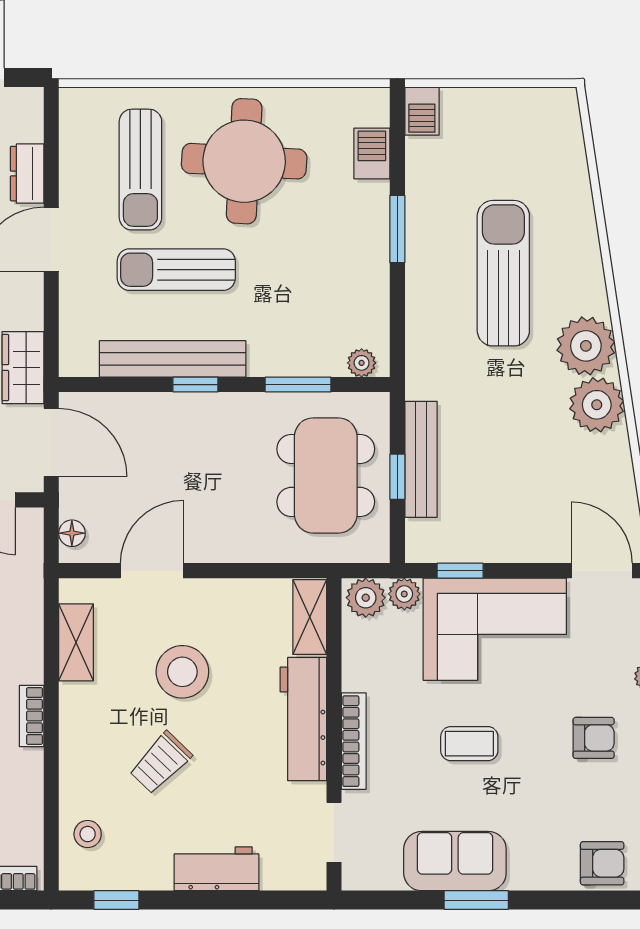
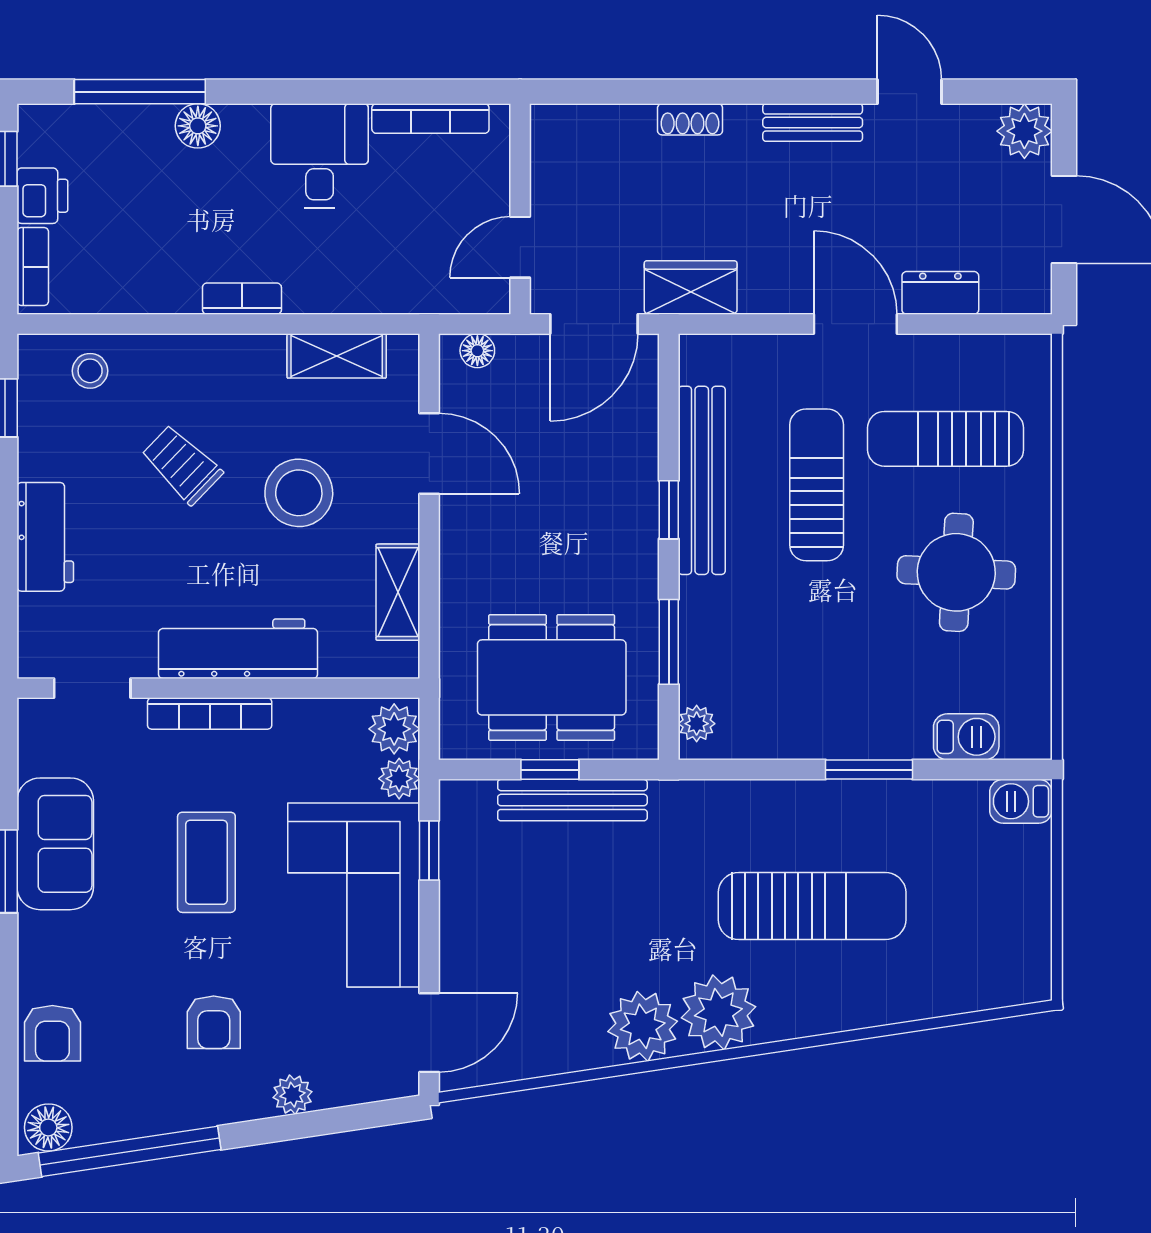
round table: (244, 161) -> (956, 572), width x0.73, depth x0.73
shelving: (310, 617) -> (398, 592), moved, turned 90
coffee table: (469, 744) -> (206, 862), width x1.36, depth x1.30

